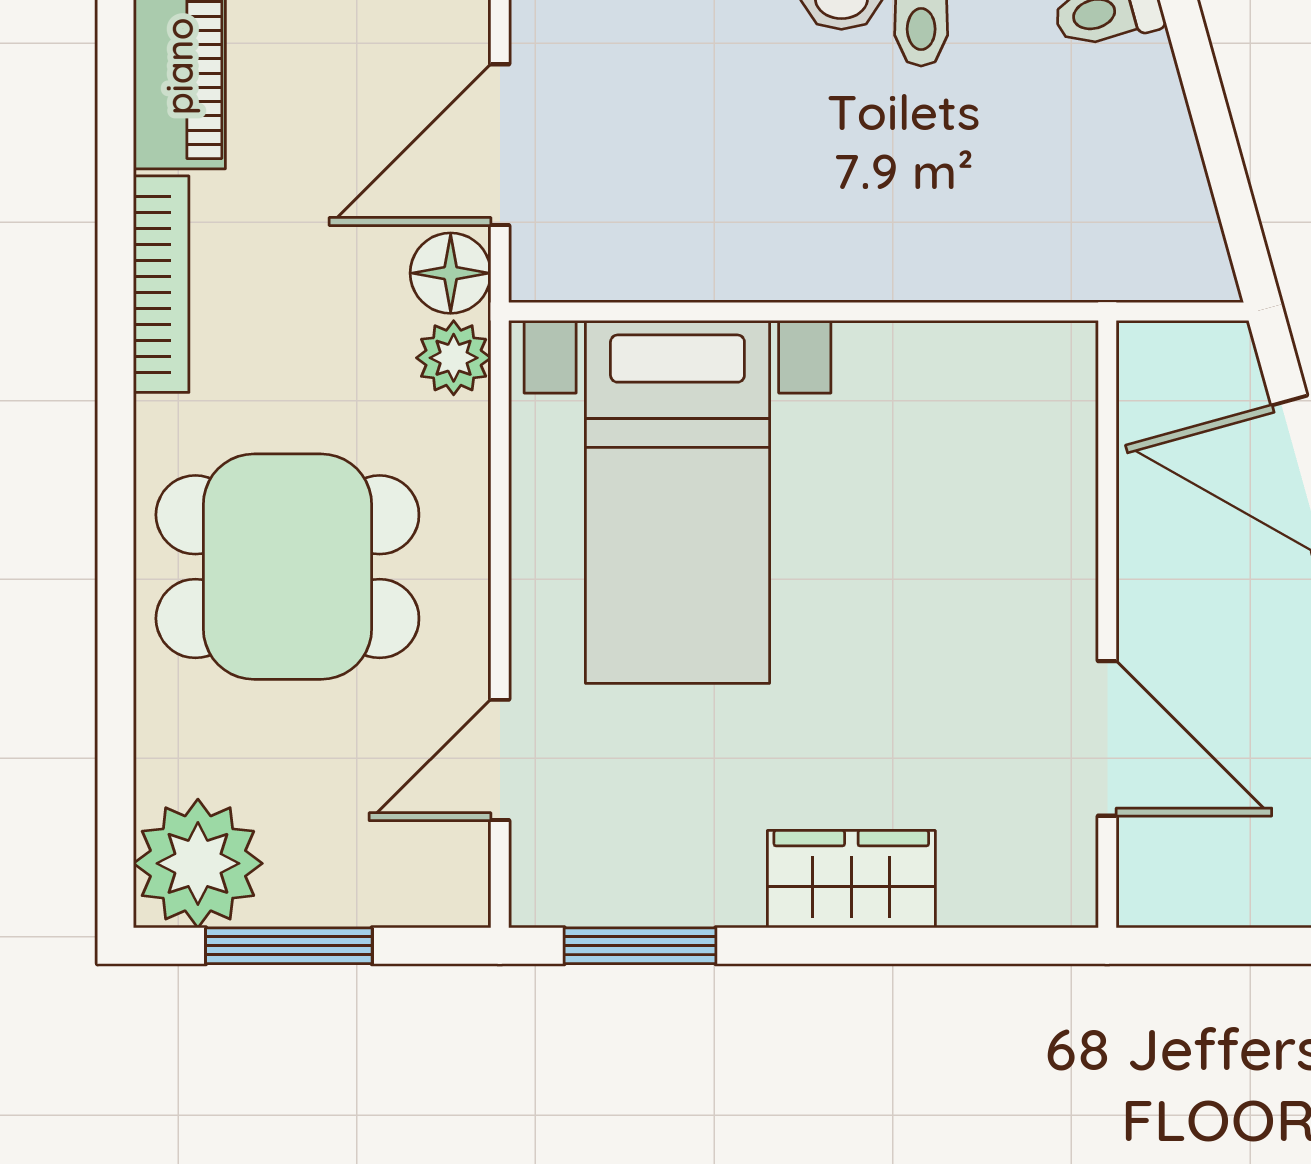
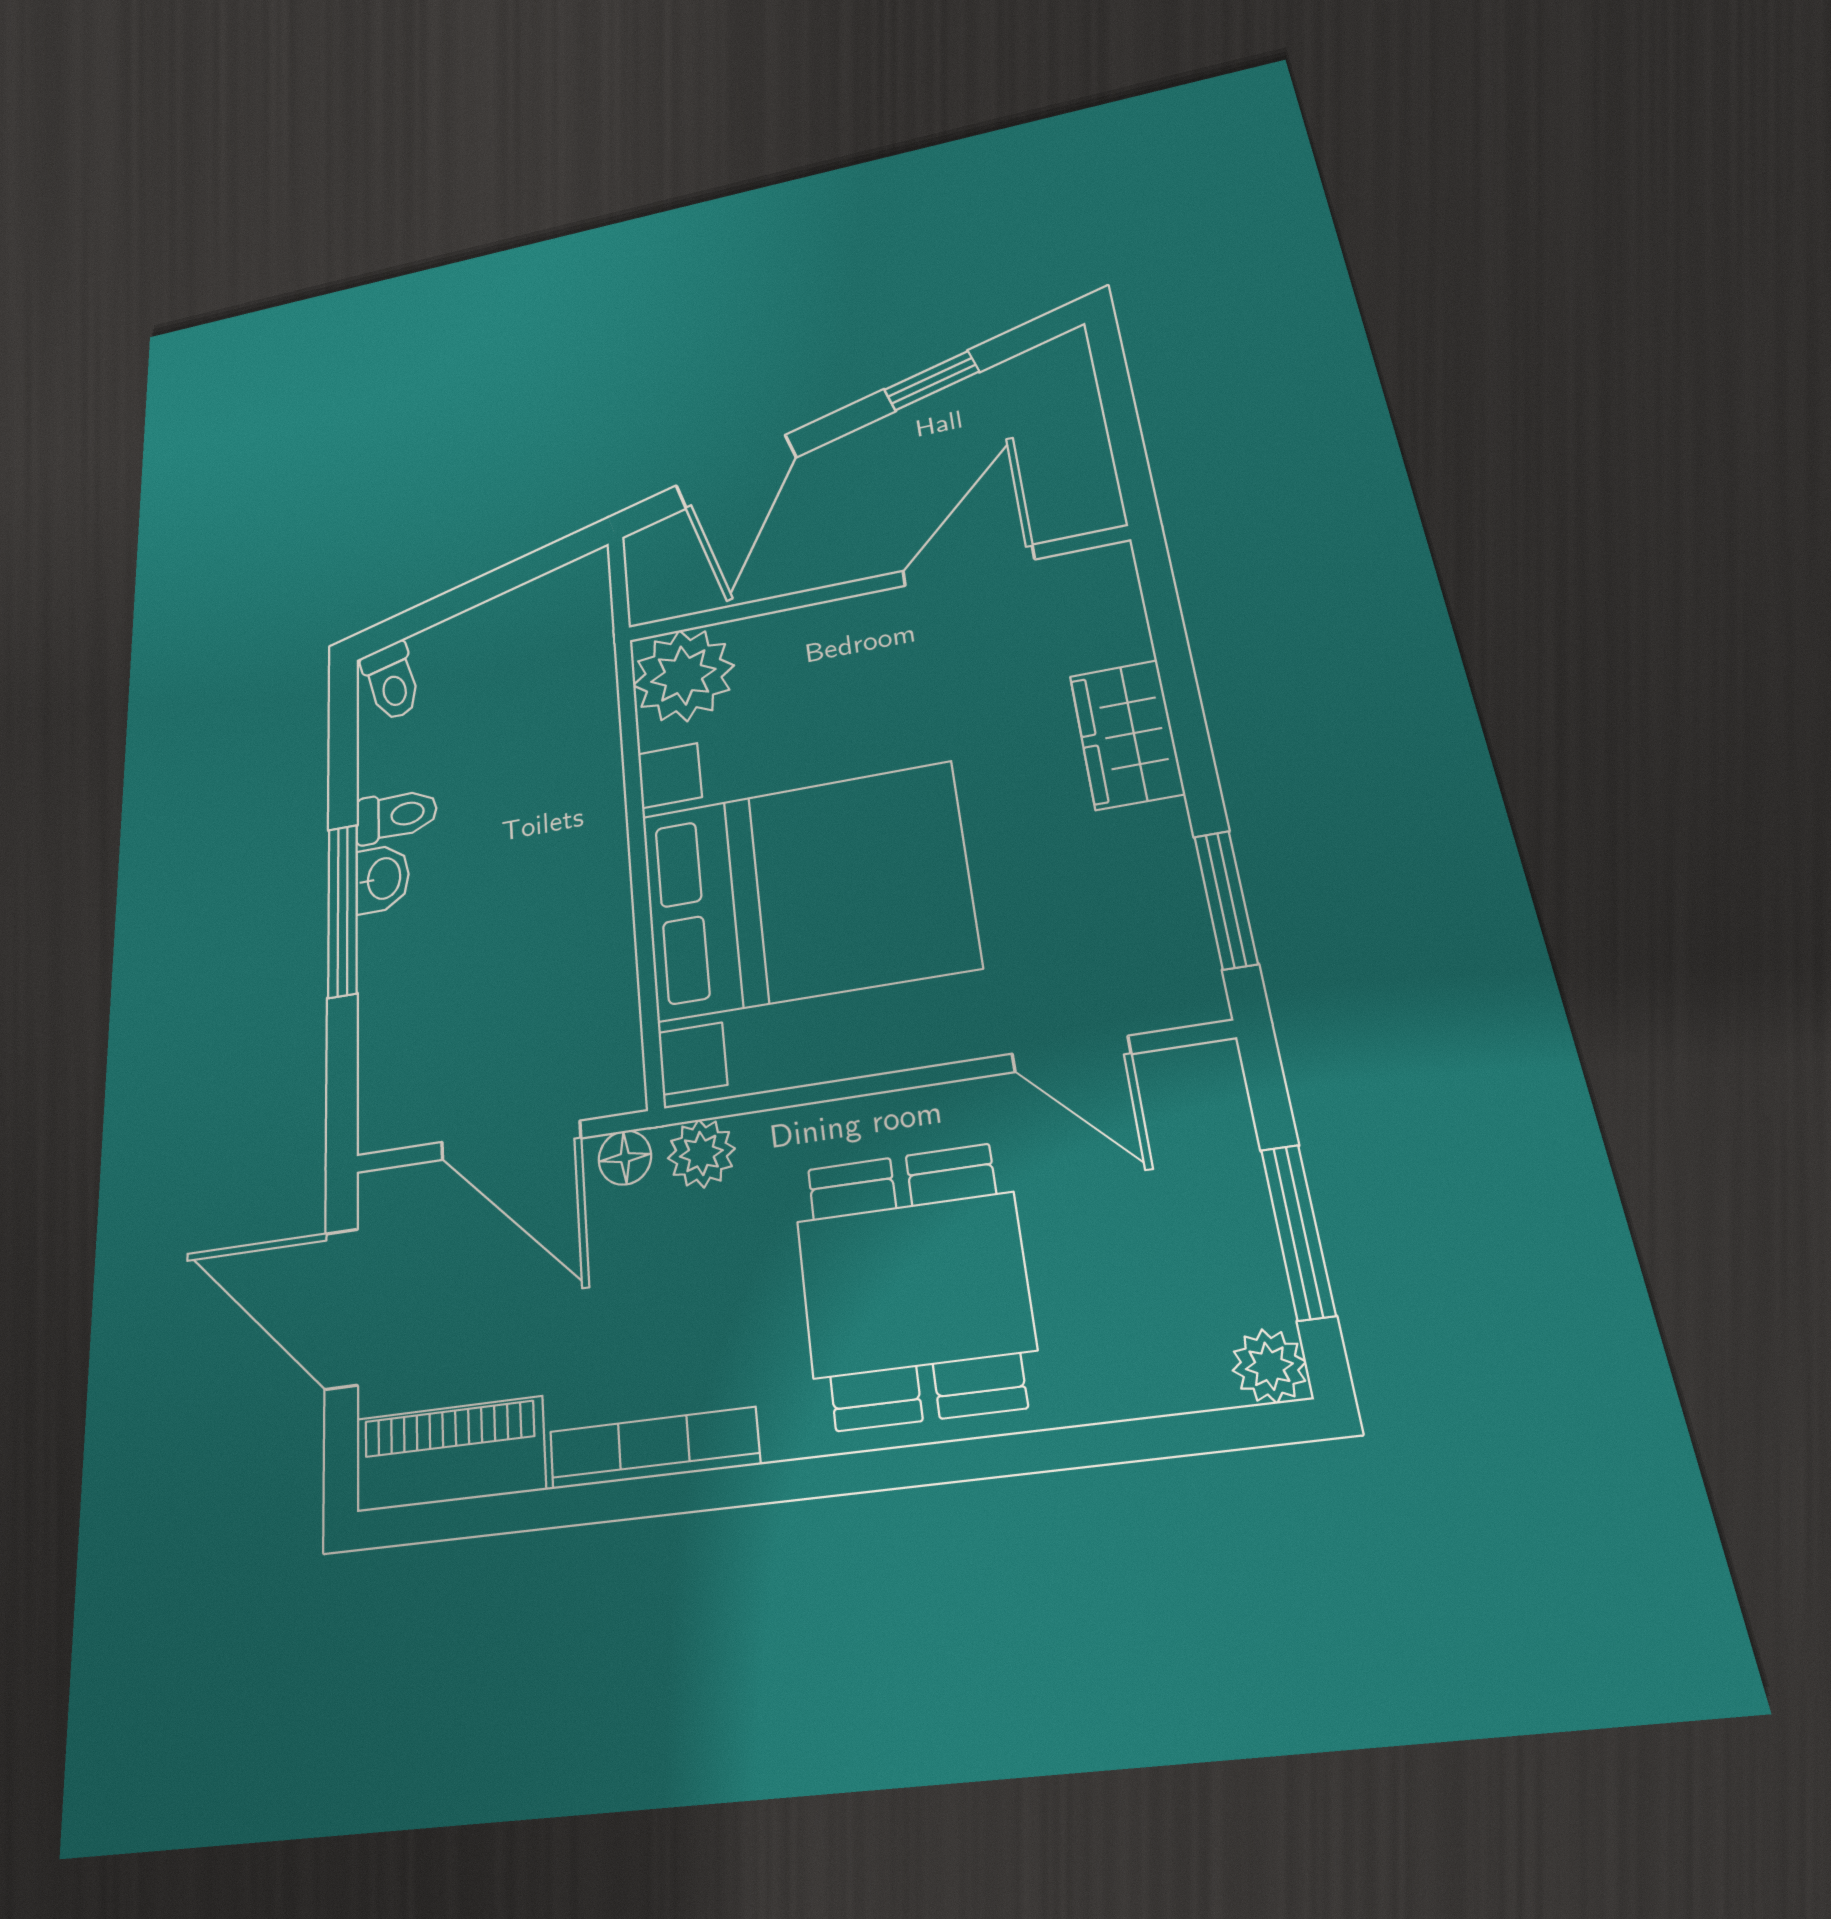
floor lamp: (451, 273) -> (625, 1158), width x0.73, depth x0.73
plant: (1035, 383) -> (683, 675), added
bed with nightstands: (677, 502) -> (806, 890), width x1.36
plant: (198, 863) -> (1269, 1366), width x0.53, depth x0.53

